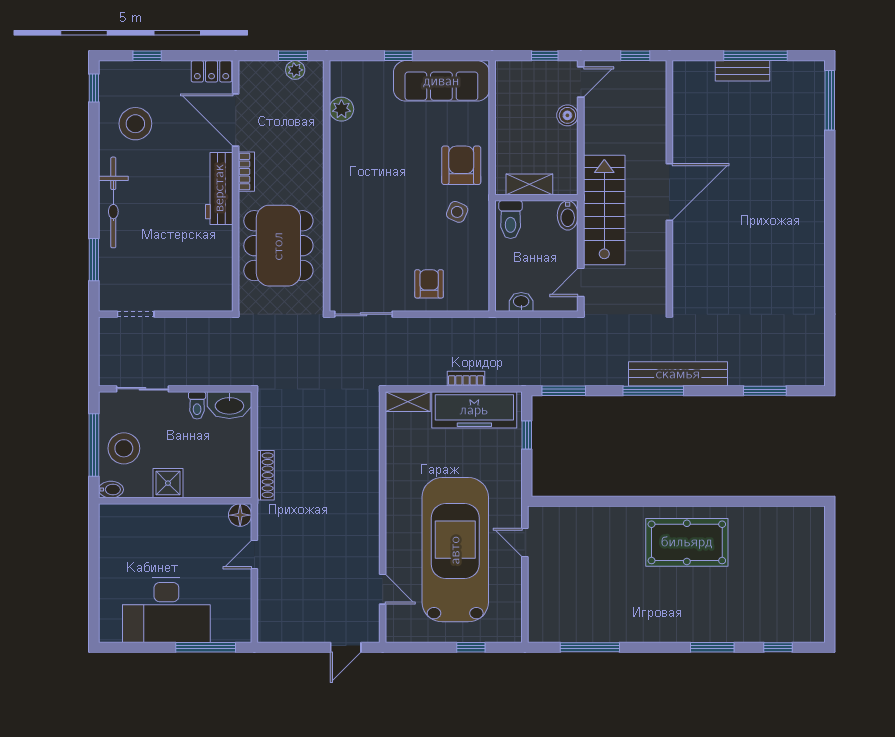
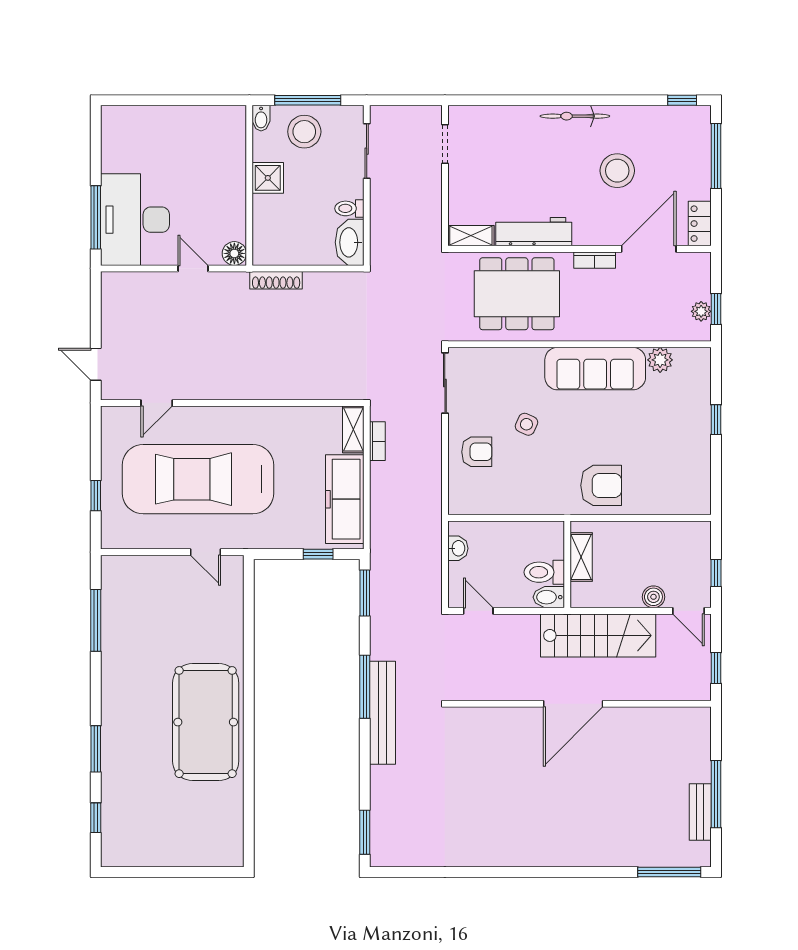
window: (147, 56) -> (716, 156), width x2.17
bench: (743, 71) -> (700, 812), moved
sofa: (441, 81) -> (595, 369), moved, turned -90
stool: (135, 124) -> (617, 171), moved
workbench: (219, 188) -> (534, 232), moved
door: (669, 192) -> (573, 704), hinge flipped
bicycle: (113, 202) -> (575, 116), width x0.73, depth x0.71
stairs: (604, 210) -> (598, 635), moved
side table: (457, 212) -> (526, 424), moved
toilet: (511, 219) -> (544, 572), moved
window: (94, 260) -> (502, 100), removed
shelving: (223, 289) -> (471, 236), added
bookcase: (466, 379) -> (377, 441), moved
window: (765, 391) -> (365, 832), moved
pool table: (687, 542) -> (206, 722), width x1.36, depth x1.32
door: (525, 543) -> (205, 552), swing flipped
car: (455, 550) -> (198, 479), turned 180
desk: (166, 610) -> (135, 220), moved

